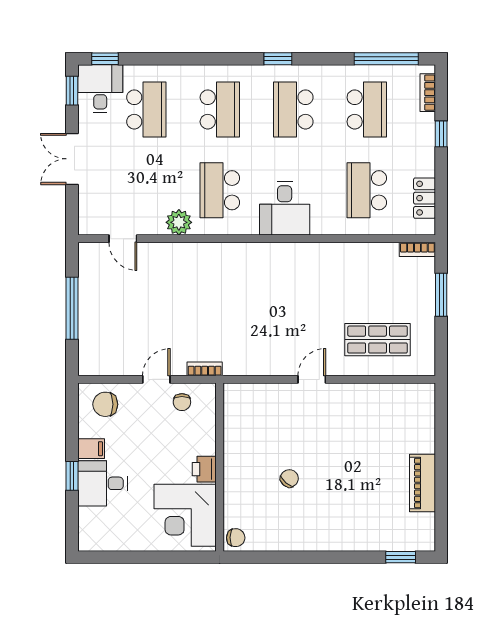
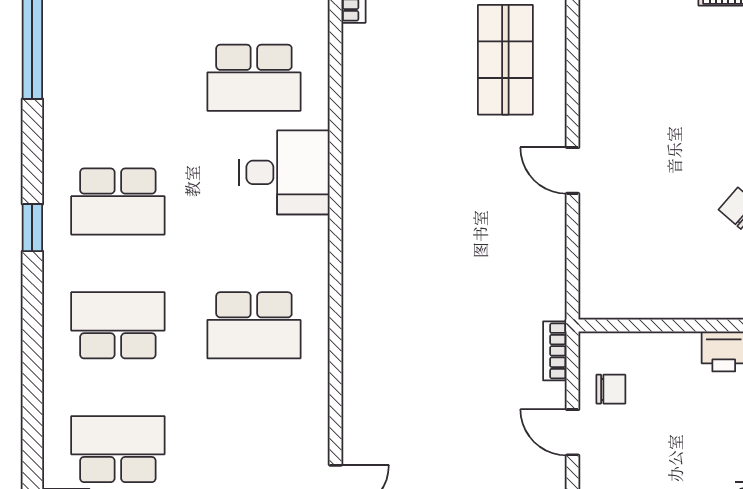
school desk: (367, 109) -> (118, 78), removed
desk: (285, 208) -> (284, 172), moved
plant: (179, 222) -> (308, 394), removed

